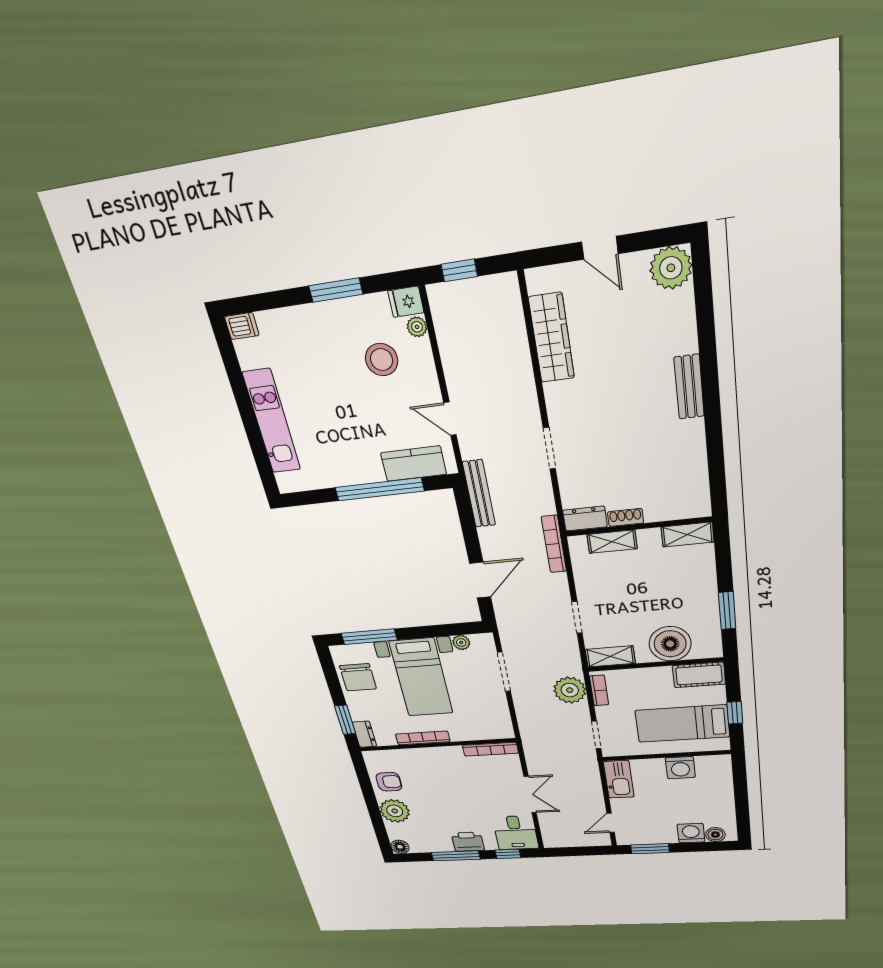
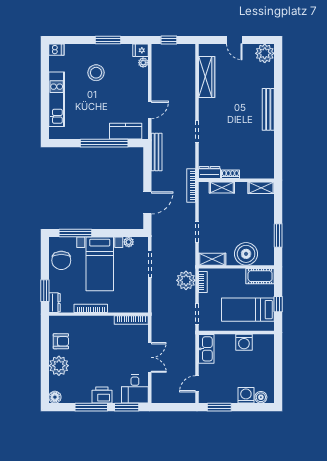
stool: (382, 360) -> (96, 73), moved
bench: (689, 387) -> (268, 109), width x1.36
door: (450, 419) -> (150, 110), swing flipped
window: (508, 854) -> (127, 407), width x1.50

